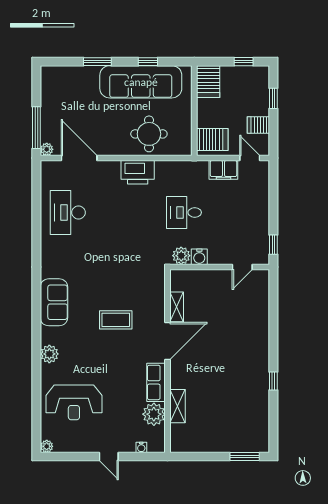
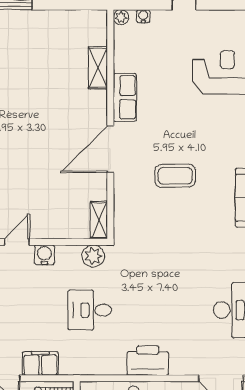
desk: (184, 212) -> (90, 310), turned 180
water cooler: (199, 257) -> (44, 255), moved
shelving: (177, 307) -> (99, 220), moved
plant: (154, 414) -> (121, 17), moved, width x0.53, depth x0.53

